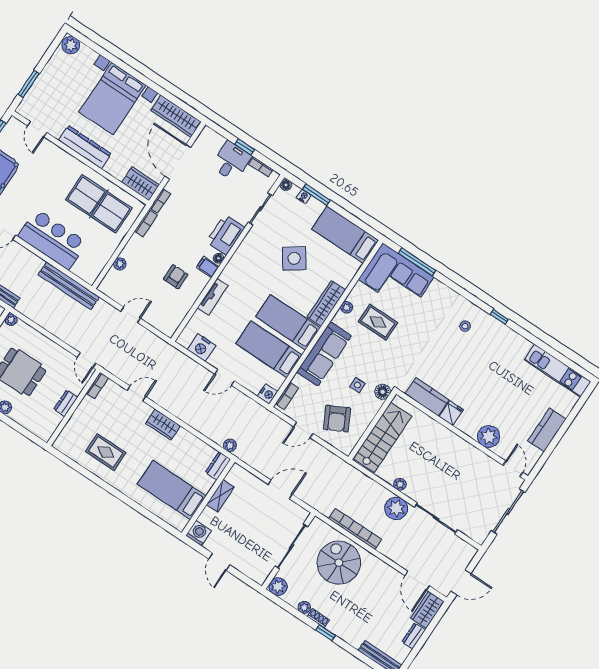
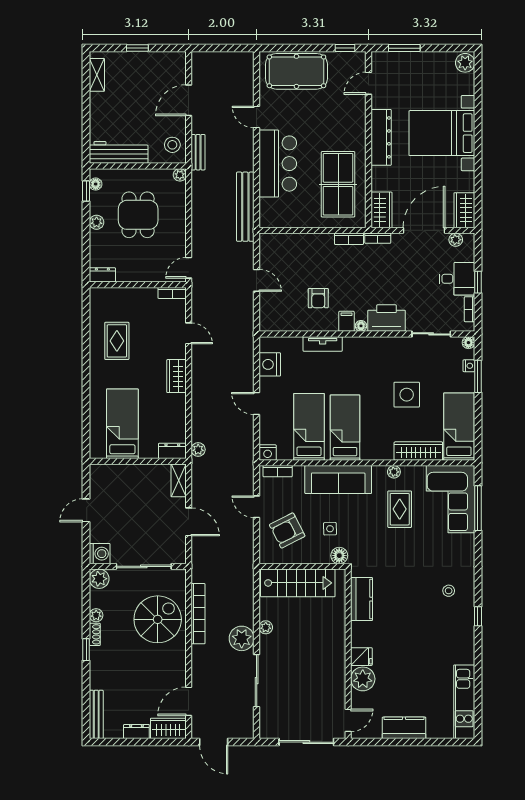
wardrobe: (176, 116) -> (464, 210), width x0.67
side table: (294, 258) -> (407, 395), turned 35
plant: (120, 264) -> (456, 240), moved
armchair: (176, 277) -> (318, 298), turned 90
wardrobe: (326, 304) -> (418, 451), moved
dresser: (66, 403) -> (102, 275), moved
fridge: (451, 413) -> (361, 657), moved
shelving: (220, 496) -> (179, 480), moved, turned 90
washing machine: (198, 533) -> (100, 554), moved

